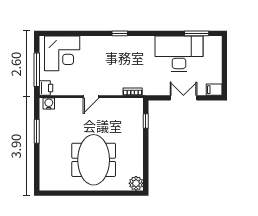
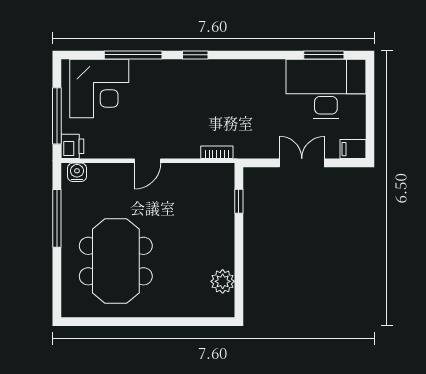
window: (82, 33) -> (133, 55), added
desk: (179, 54) -> (326, 89), moved
window: (37, 131) -> (57, 218), width x1.44
meeting table: (94, 160) -> (116, 261), moved
plant: (136, 183) -> (223, 281), moved

